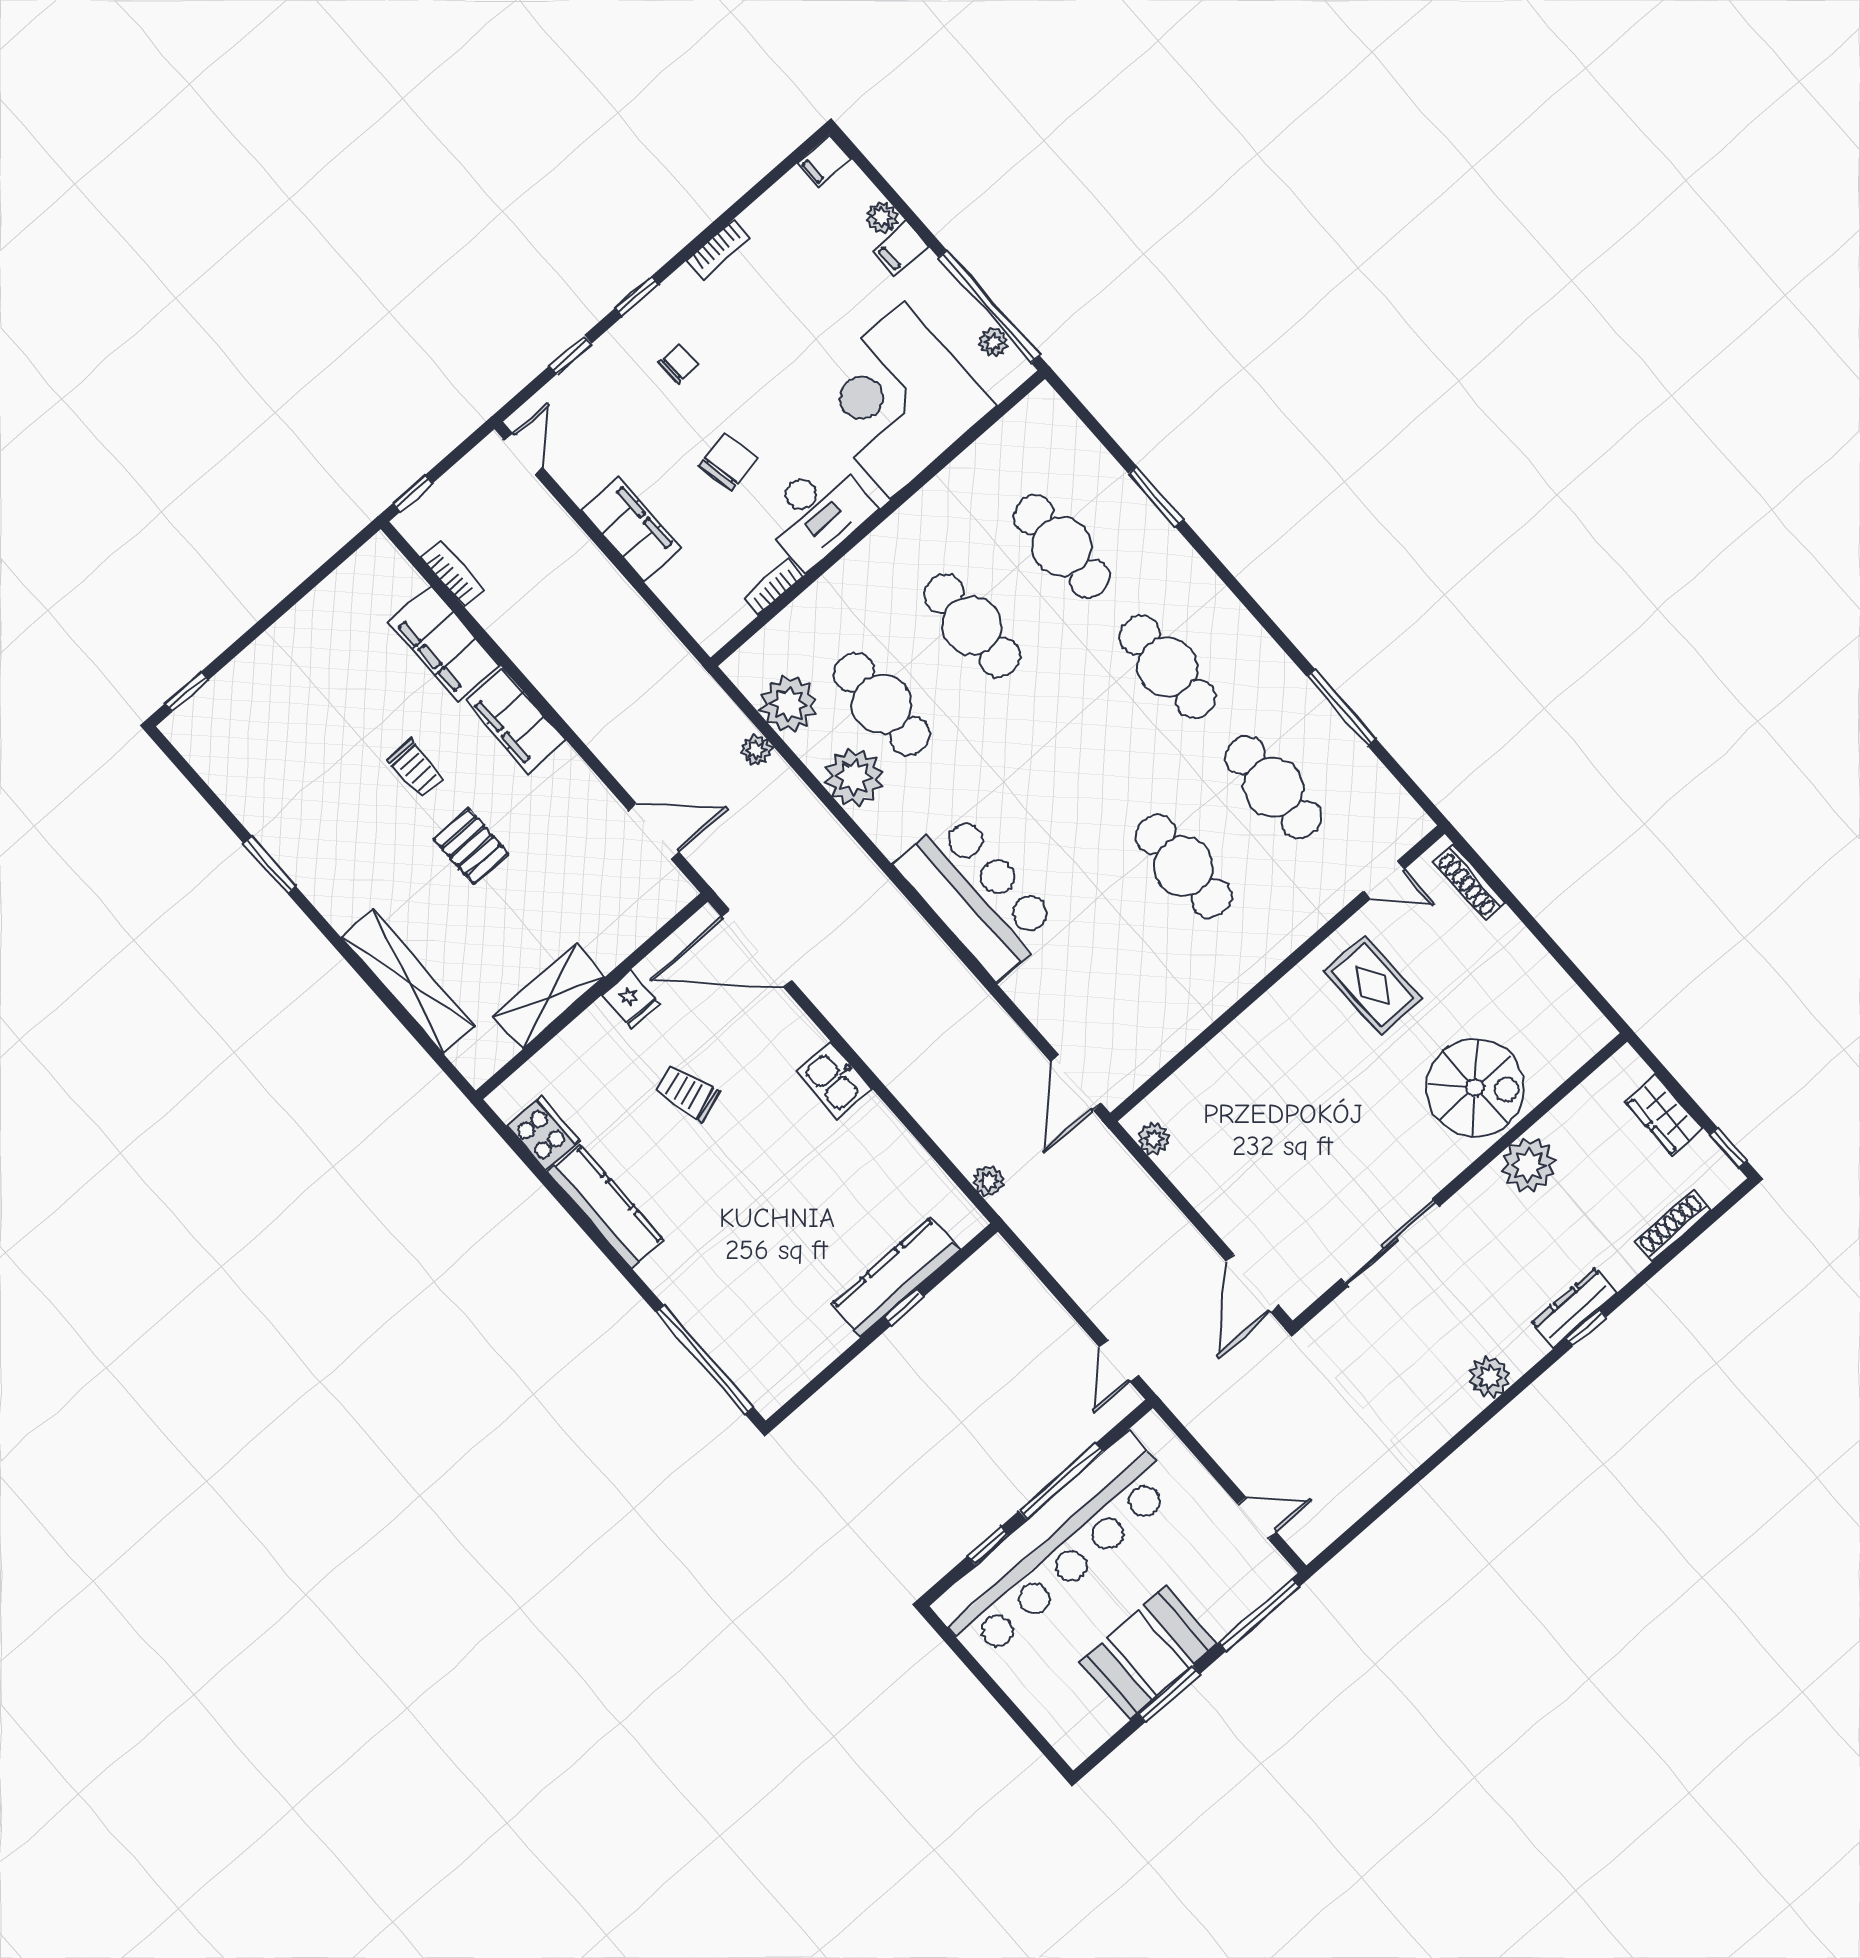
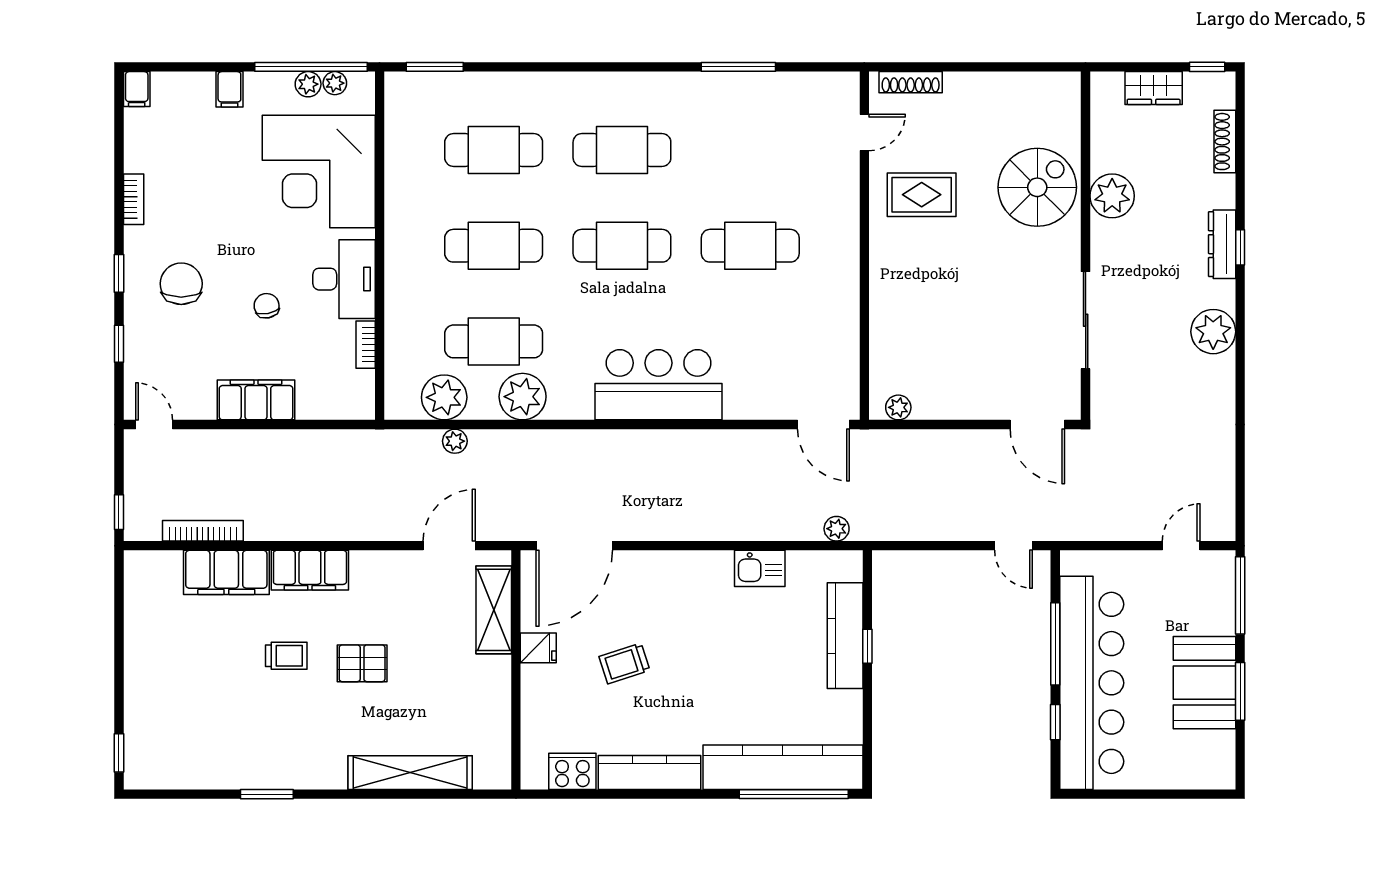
plant: (882, 217) -> (308, 84), moved
chair: (678, 363) -> (181, 284), width x1.87, depth x1.87
chair: (728, 462) -> (267, 306), width x0.73, depth x0.73
window: (1156, 497) -> (435, 67), moved
bookcase: (452, 574) -> (203, 531), width x1.56
cafe table: (1273, 787) -> (622, 246), moved
shelving: (549, 997) -> (494, 610), moved
kitchen sink: (834, 1080) -> (760, 568), moved
kitchen counter: (721, 1327) -> (783, 767), added
plant: (1490, 1377) -> (1213, 332), width x1.36, depth x1.36

